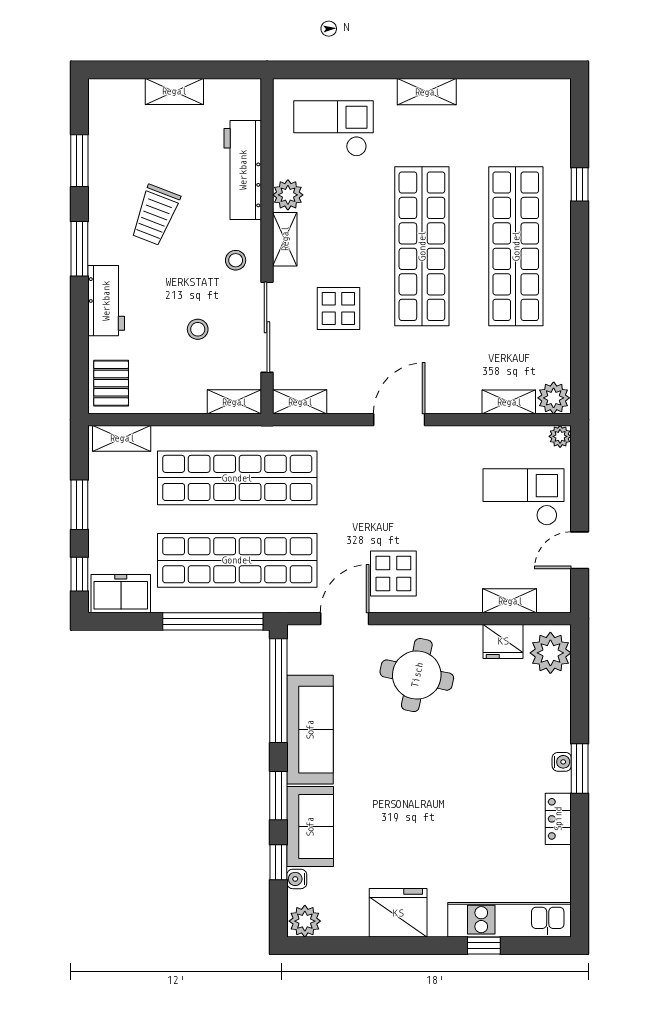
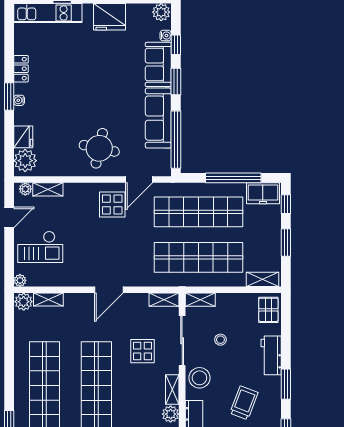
stool: (236, 260) -> (199, 378), width x1.89, depth x1.89
plant: (550, 602) -> (25, 189), added
window: (213, 621) -> (233, 178), moved
fridge: (503, 641) -> (23, 137), moved, turned 90

